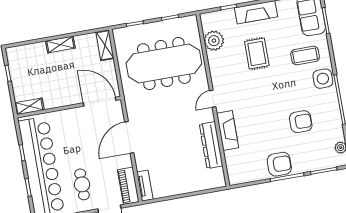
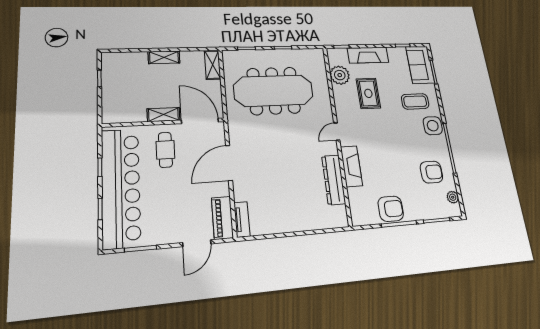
plant: (214, 41) -> (340, 75), moved
door: (213, 99) -> (337, 132), moved
wall: (213, 100) -> (337, 133), moved
shelving: (29, 106) -> (163, 115), moved
armchair: (301, 122) -> (431, 172), moved
fireplace: (228, 131) -> (351, 166), moved
dresser: (211, 145) -> (334, 180), moved
cafe table: (82, 184) -> (165, 150), moved

